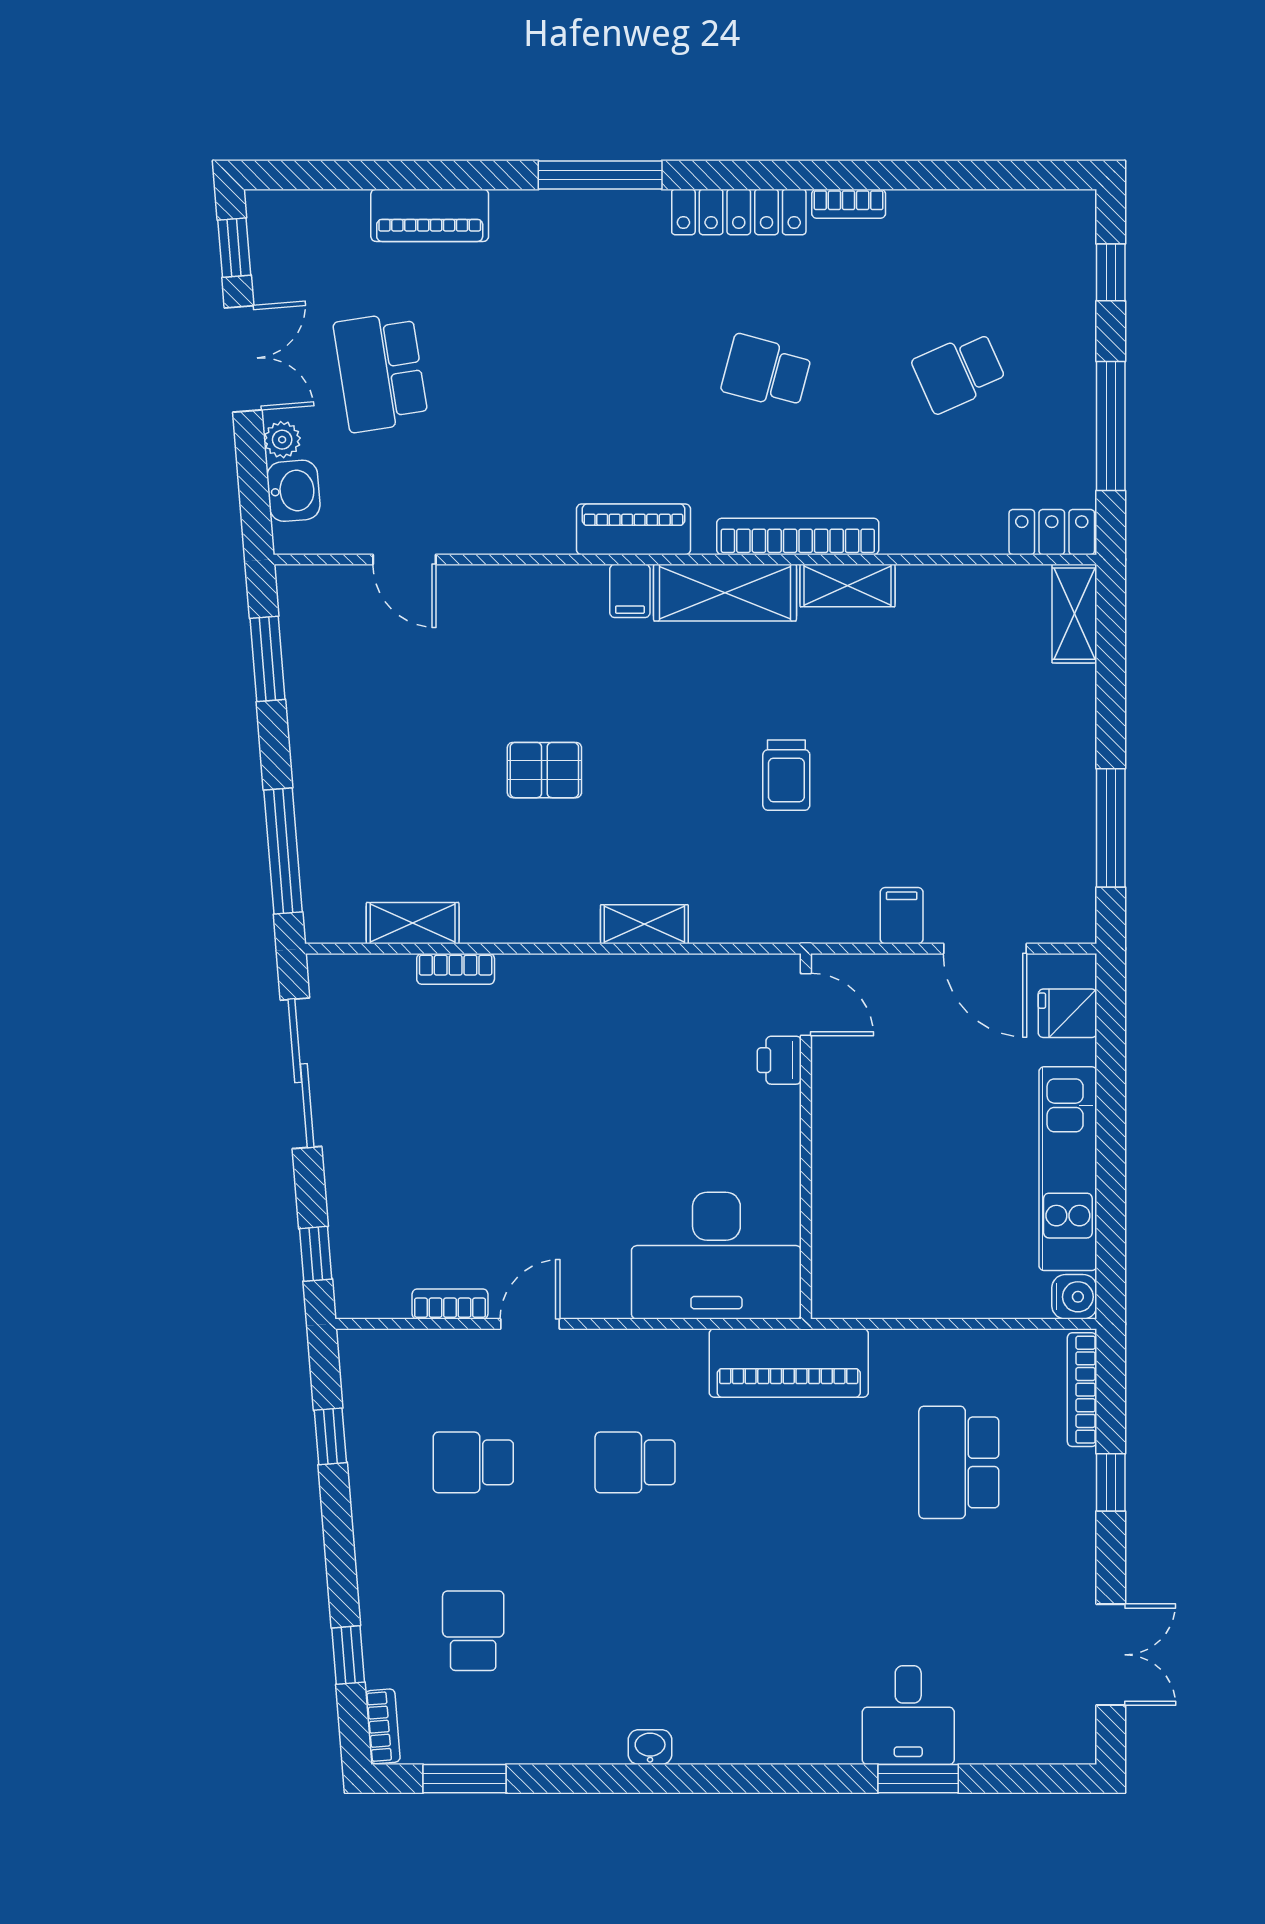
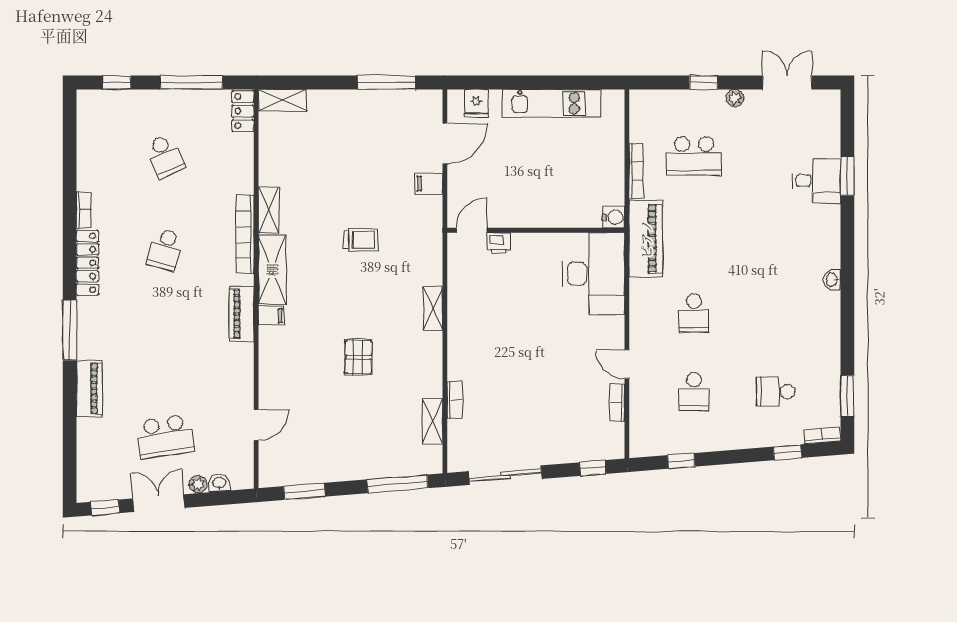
piano: (430, 215) -> (89, 389), moved
washbasin: (293, 491) -> (219, 483), width x0.72, depth x0.69
water cooler: (1074, 1297) -> (614, 217), moved, turned 90
bookcase: (1082, 1390) -> (636, 171), moved, turned -90
plant: (1079, 1547) -> (735, 98), added
washbasin: (650, 1747) -> (832, 280), moved

